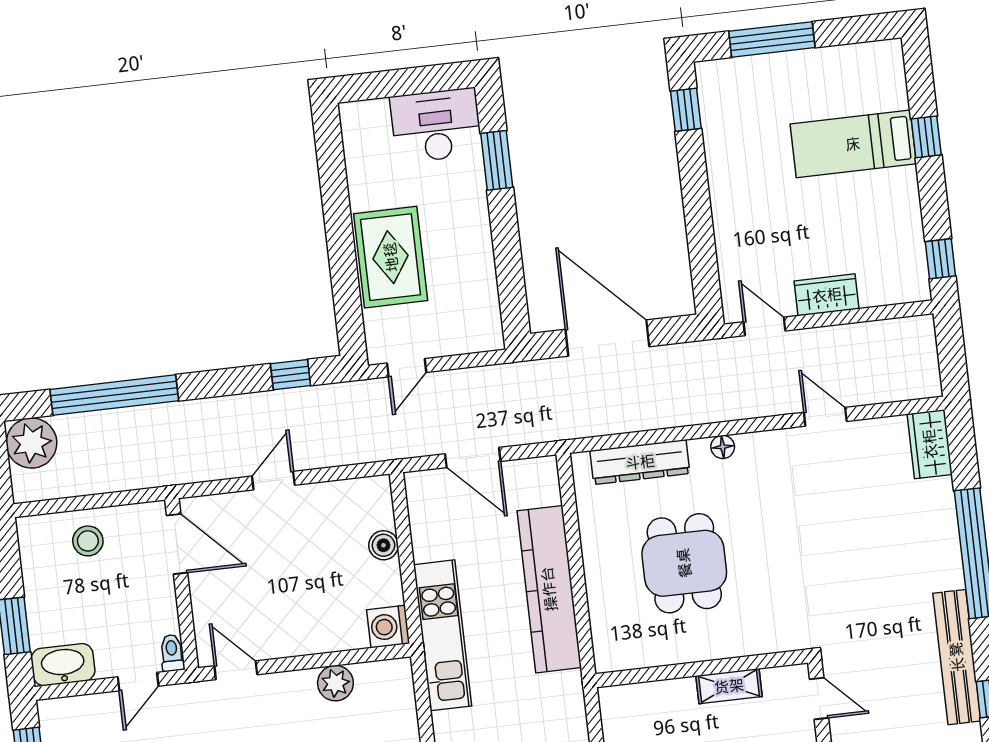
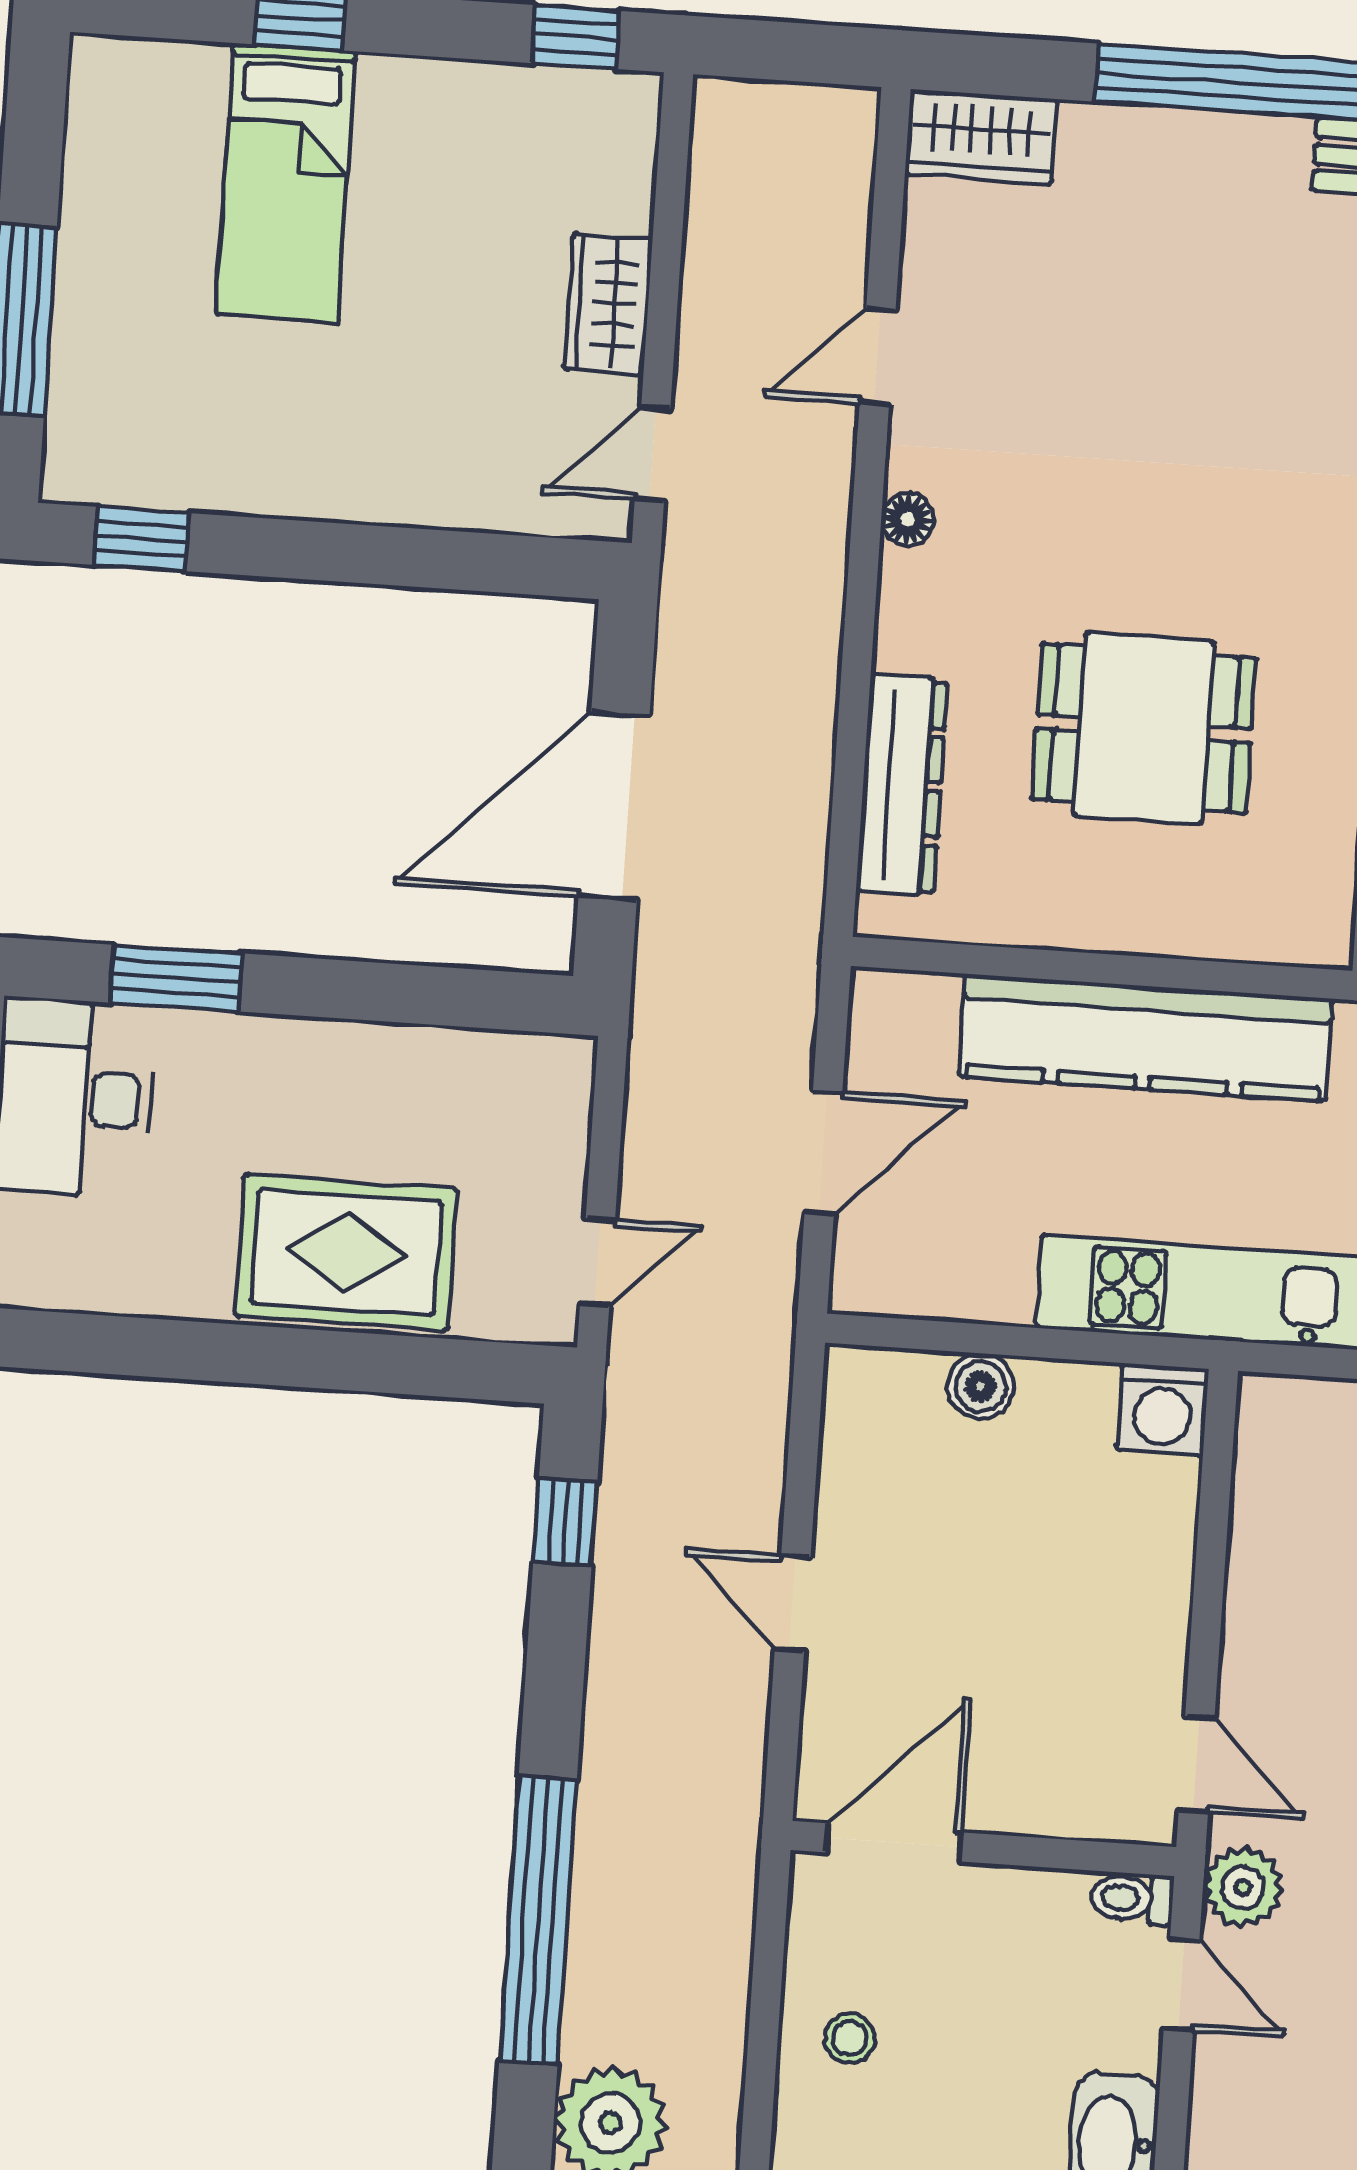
door: (407, 368) -> (597, 1262), hinge flipped
floor lamp: (723, 447) -> (907, 519), moved
stool: (88, 541) -> (850, 2038), width x0.73, depth x0.73
door: (236, 670) -> (1197, 1764), swing flipped
plant: (335, 683) -> (1243, 1888), moved

